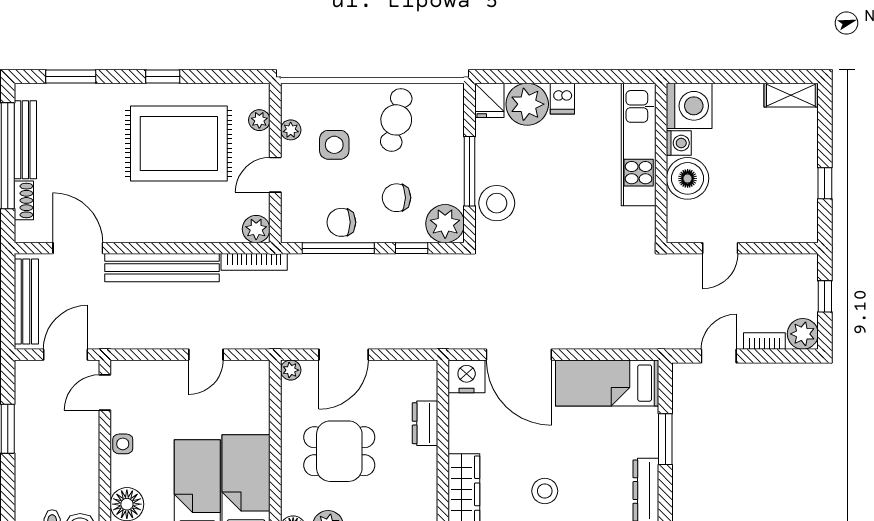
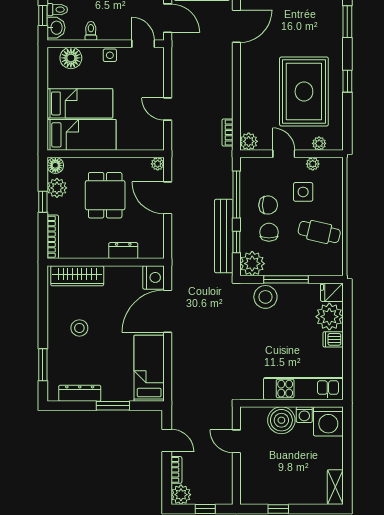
chair: (341, 222) -> (268, 205), moved, turned 90
bookcase: (254, 262) -> (227, 132), width x0.64
bench: (162, 268) -> (224, 236), moved
toilet: (85, 473) -> (91, 31), added

